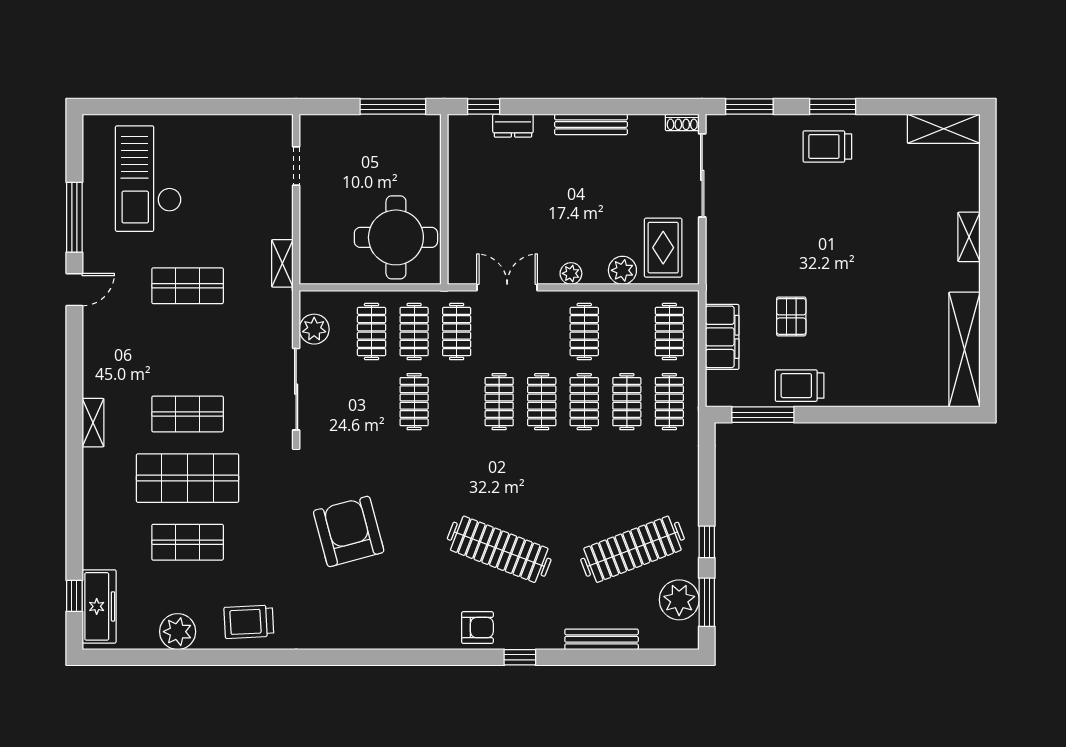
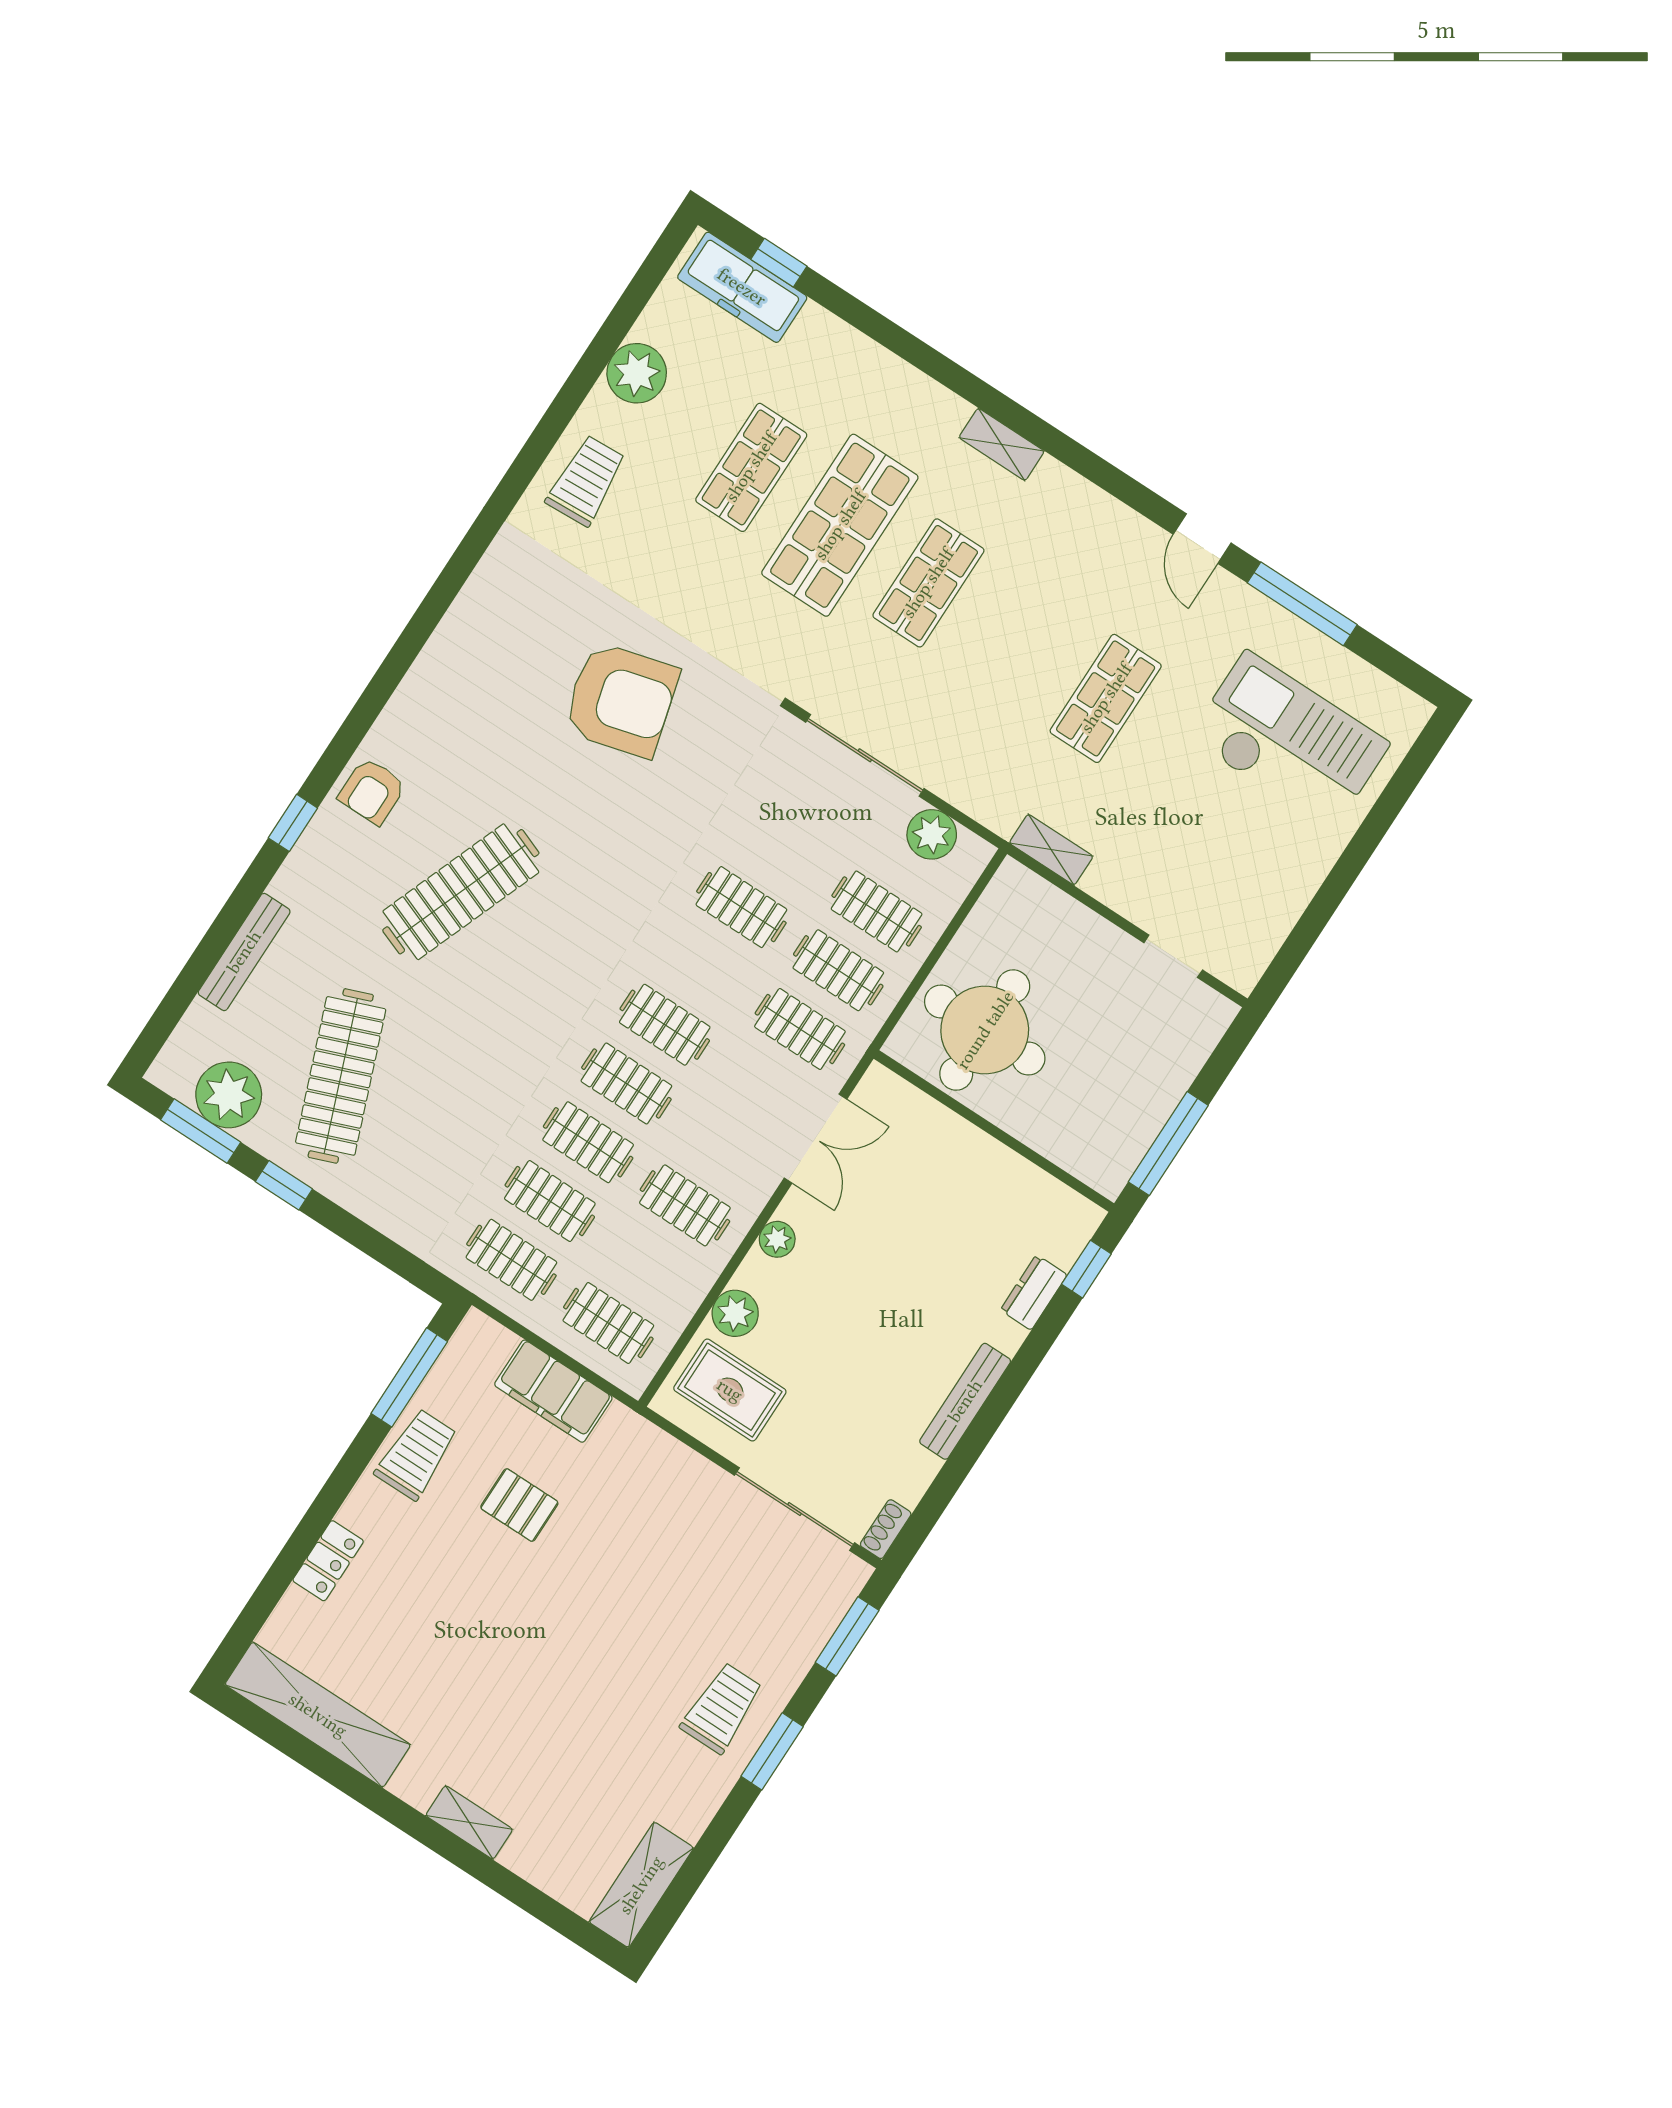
locker: (883, 395) -> (328, 1561), added

